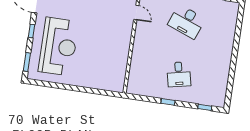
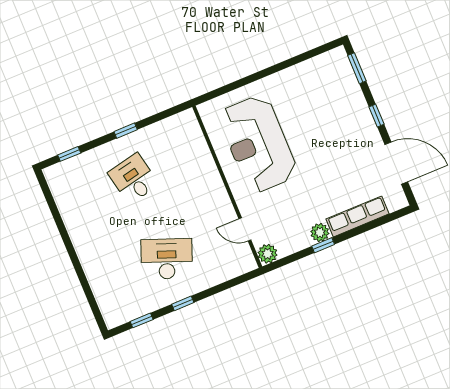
reception desk: (59, 47) -> (258, 144), moved

